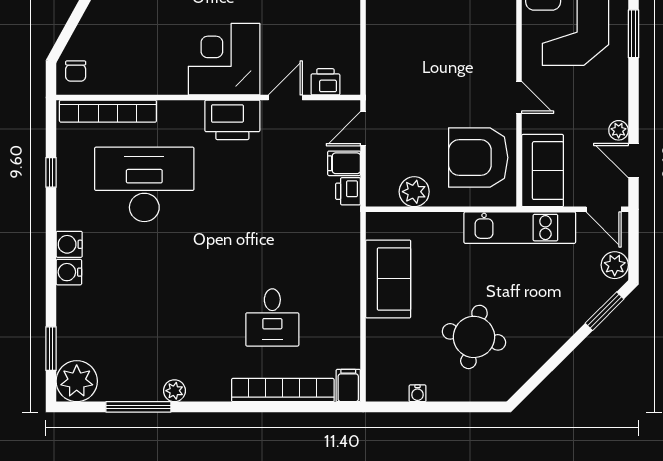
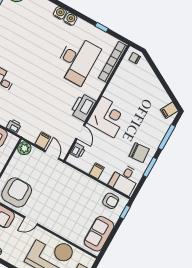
filing cabinet: (345, 21) -> (97, 171), added
printer: (348, 191) -> (14, 126), moved
plant: (414, 192) -> (24, 148), moved

